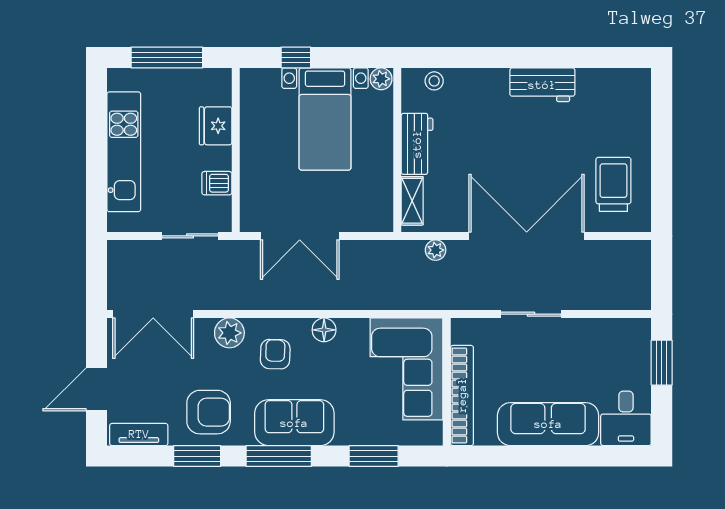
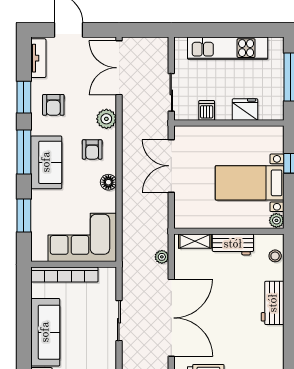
workbench: (542, 85) -> (273, 303), moved
armchair: (275, 354) -> (92, 149), turned 88
armchair: (209, 412) -> (53, 105), width x0.72, depth x0.72

